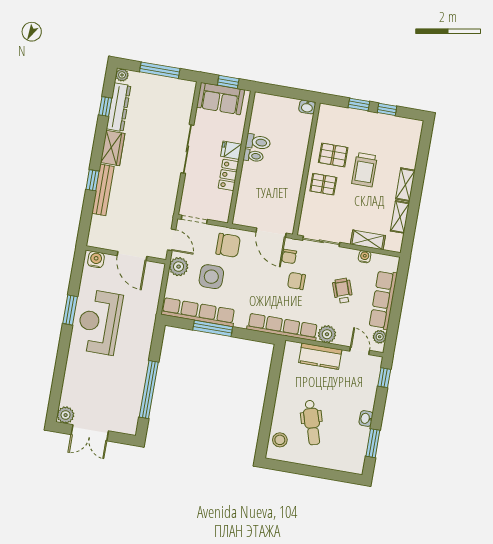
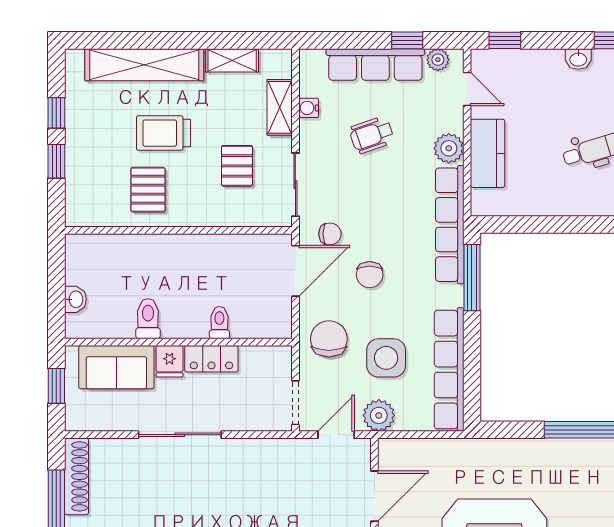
shoe rack: (174, 85) -> (76, 476), added
sofa: (221, 99) -> (116, 367), moved, turned 90
washbasin: (307, 107) -> (75, 299), moved
toilet: (253, 156) -> (219, 323), moved
trolley: (365, 170) -> (163, 133), turned 180
pallet: (323, 184) -> (237, 166), moved
shelving: (405, 185) -> (144, 65), width x2.20, depth x1.33
chair: (296, 281) -> (370, 275), moved
window: (394, 321) -> (407, 40), added
window: (213, 328) -> (472, 278), moved
door: (360, 351) -> (467, 89), swing flipped

